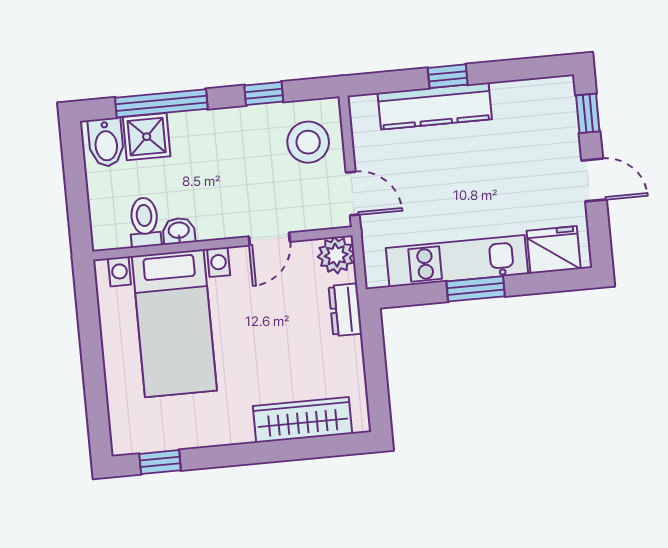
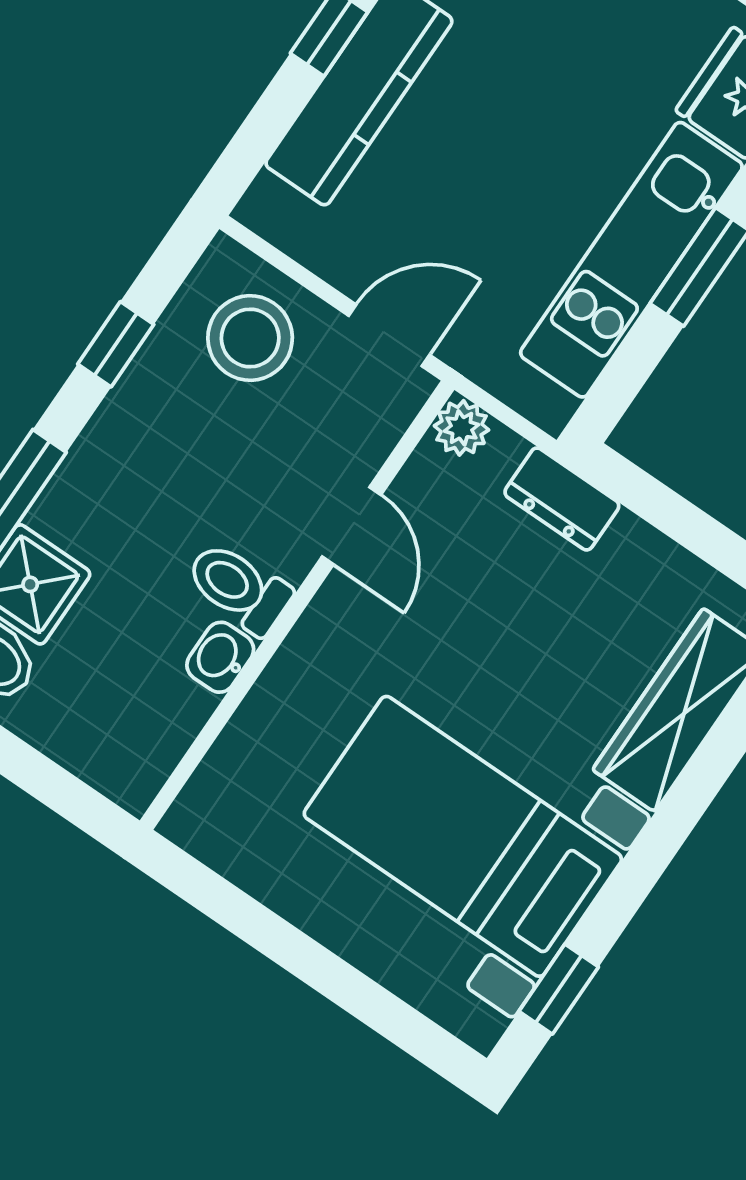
toilet: (145, 222) -> (239, 588), moved
plant: (336, 255) -> (461, 428), width x0.73, depth x0.73
bed with nightstands: (174, 323) -> (463, 836), moved, turned 180

